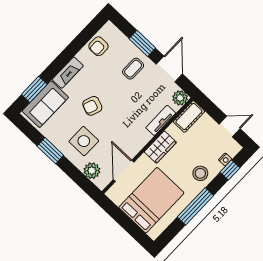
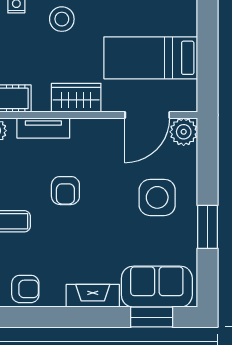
armchair: (92, 106) -> (65, 191), moved, turned 69
plant: (92, 171) -> (184, 132), moved
bed: (151, 200) -> (151, 58), width x0.67

